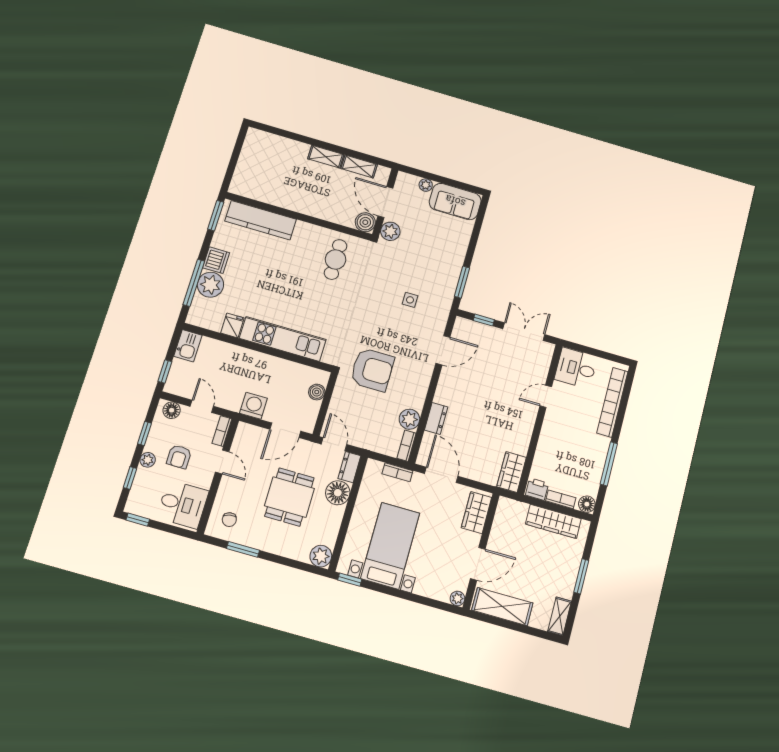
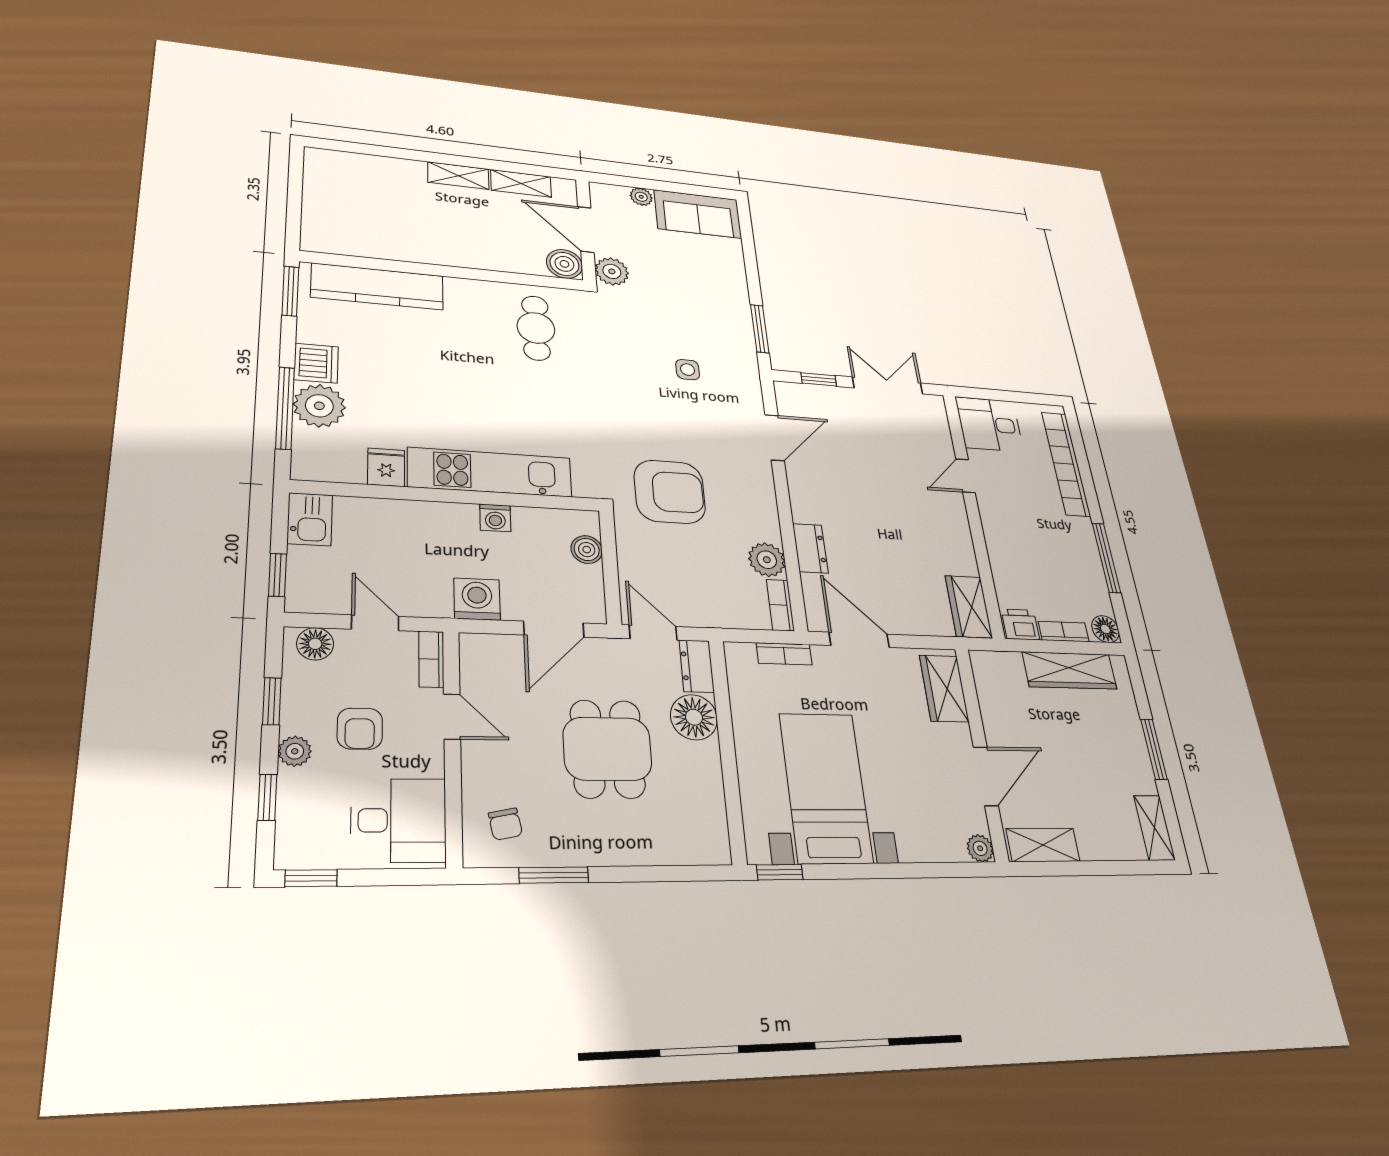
washing machine: (277, 365) -> (495, 518), added
plant: (321, 556) -> (709, 844), removed
shelving: (502, 607) -> (1043, 845), width x0.67, depth x0.75

